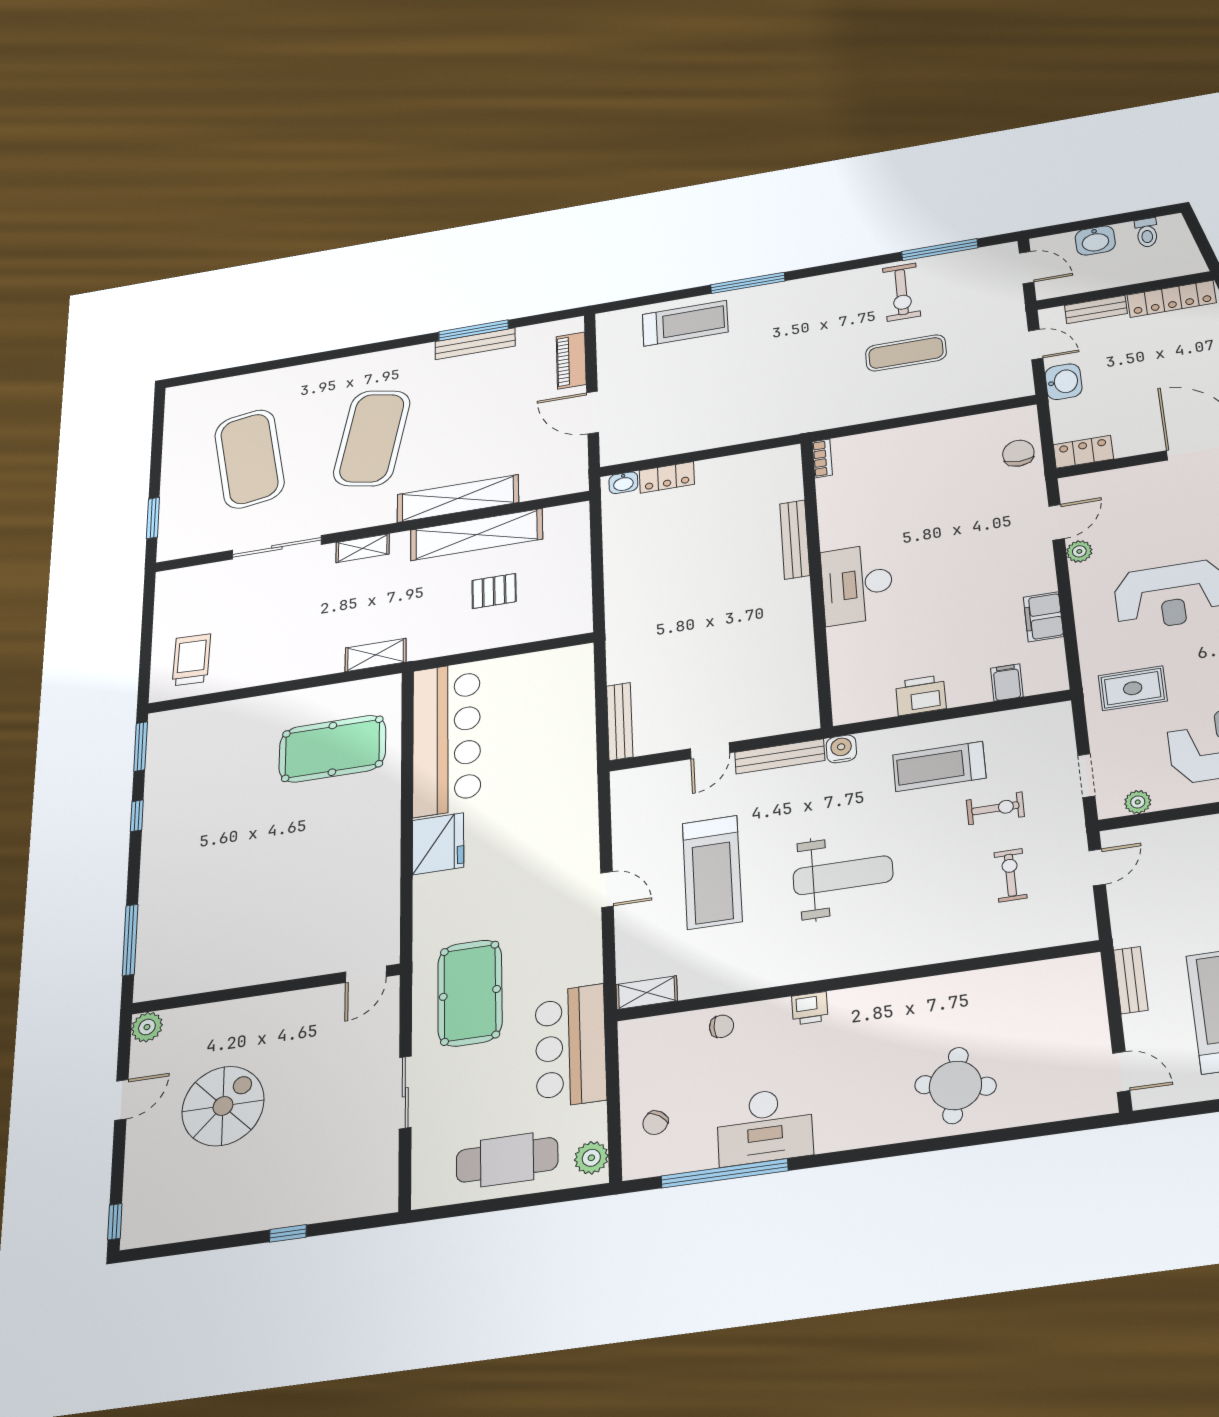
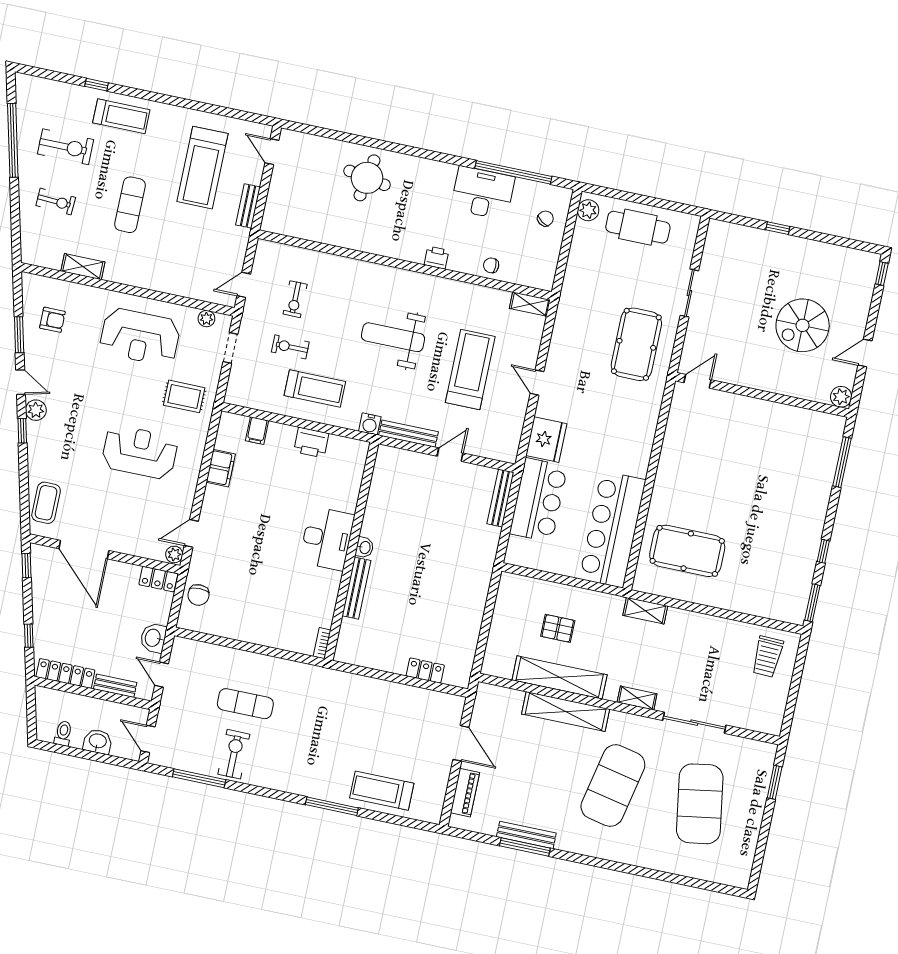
washbasin: (623, 483) -> (365, 547), moved, turned 90
plant: (1079, 551) -> (174, 554), moved
fridge: (438, 844) -> (546, 440), moved, turned 180
bar counter: (571, 1046) -> (538, 500), moved

